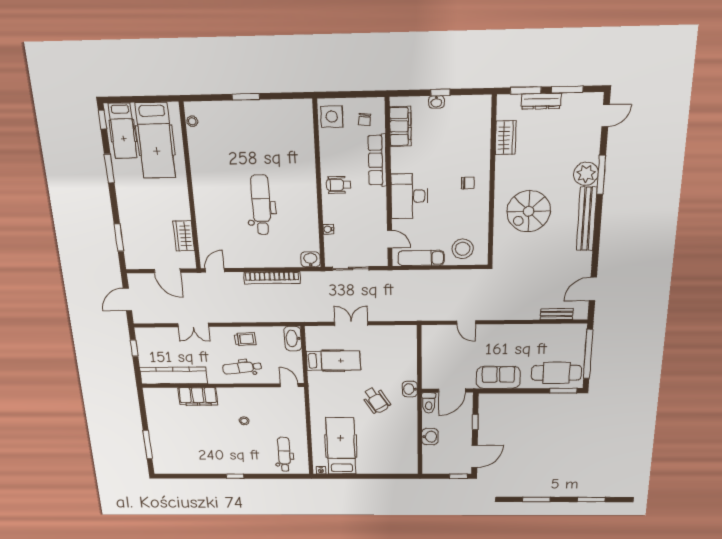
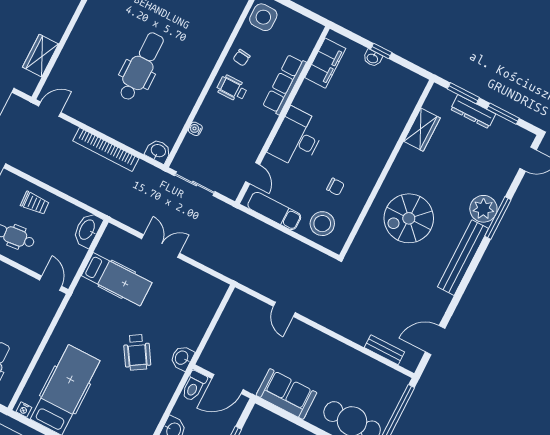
chair: (364, 120) -> (242, 58), moved
chair: (468, 183) -> (335, 187), moved

